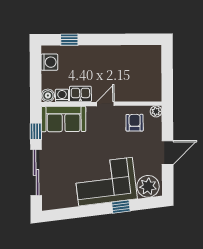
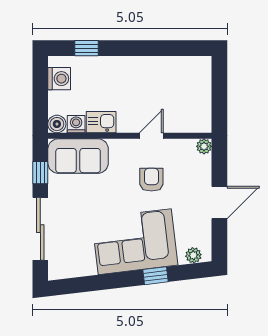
door: (105, 104) -> (151, 136), moved
armchair: (135, 123) -> (151, 180), moved
plant: (148, 186) -> (193, 255), width x0.53, depth x0.53

